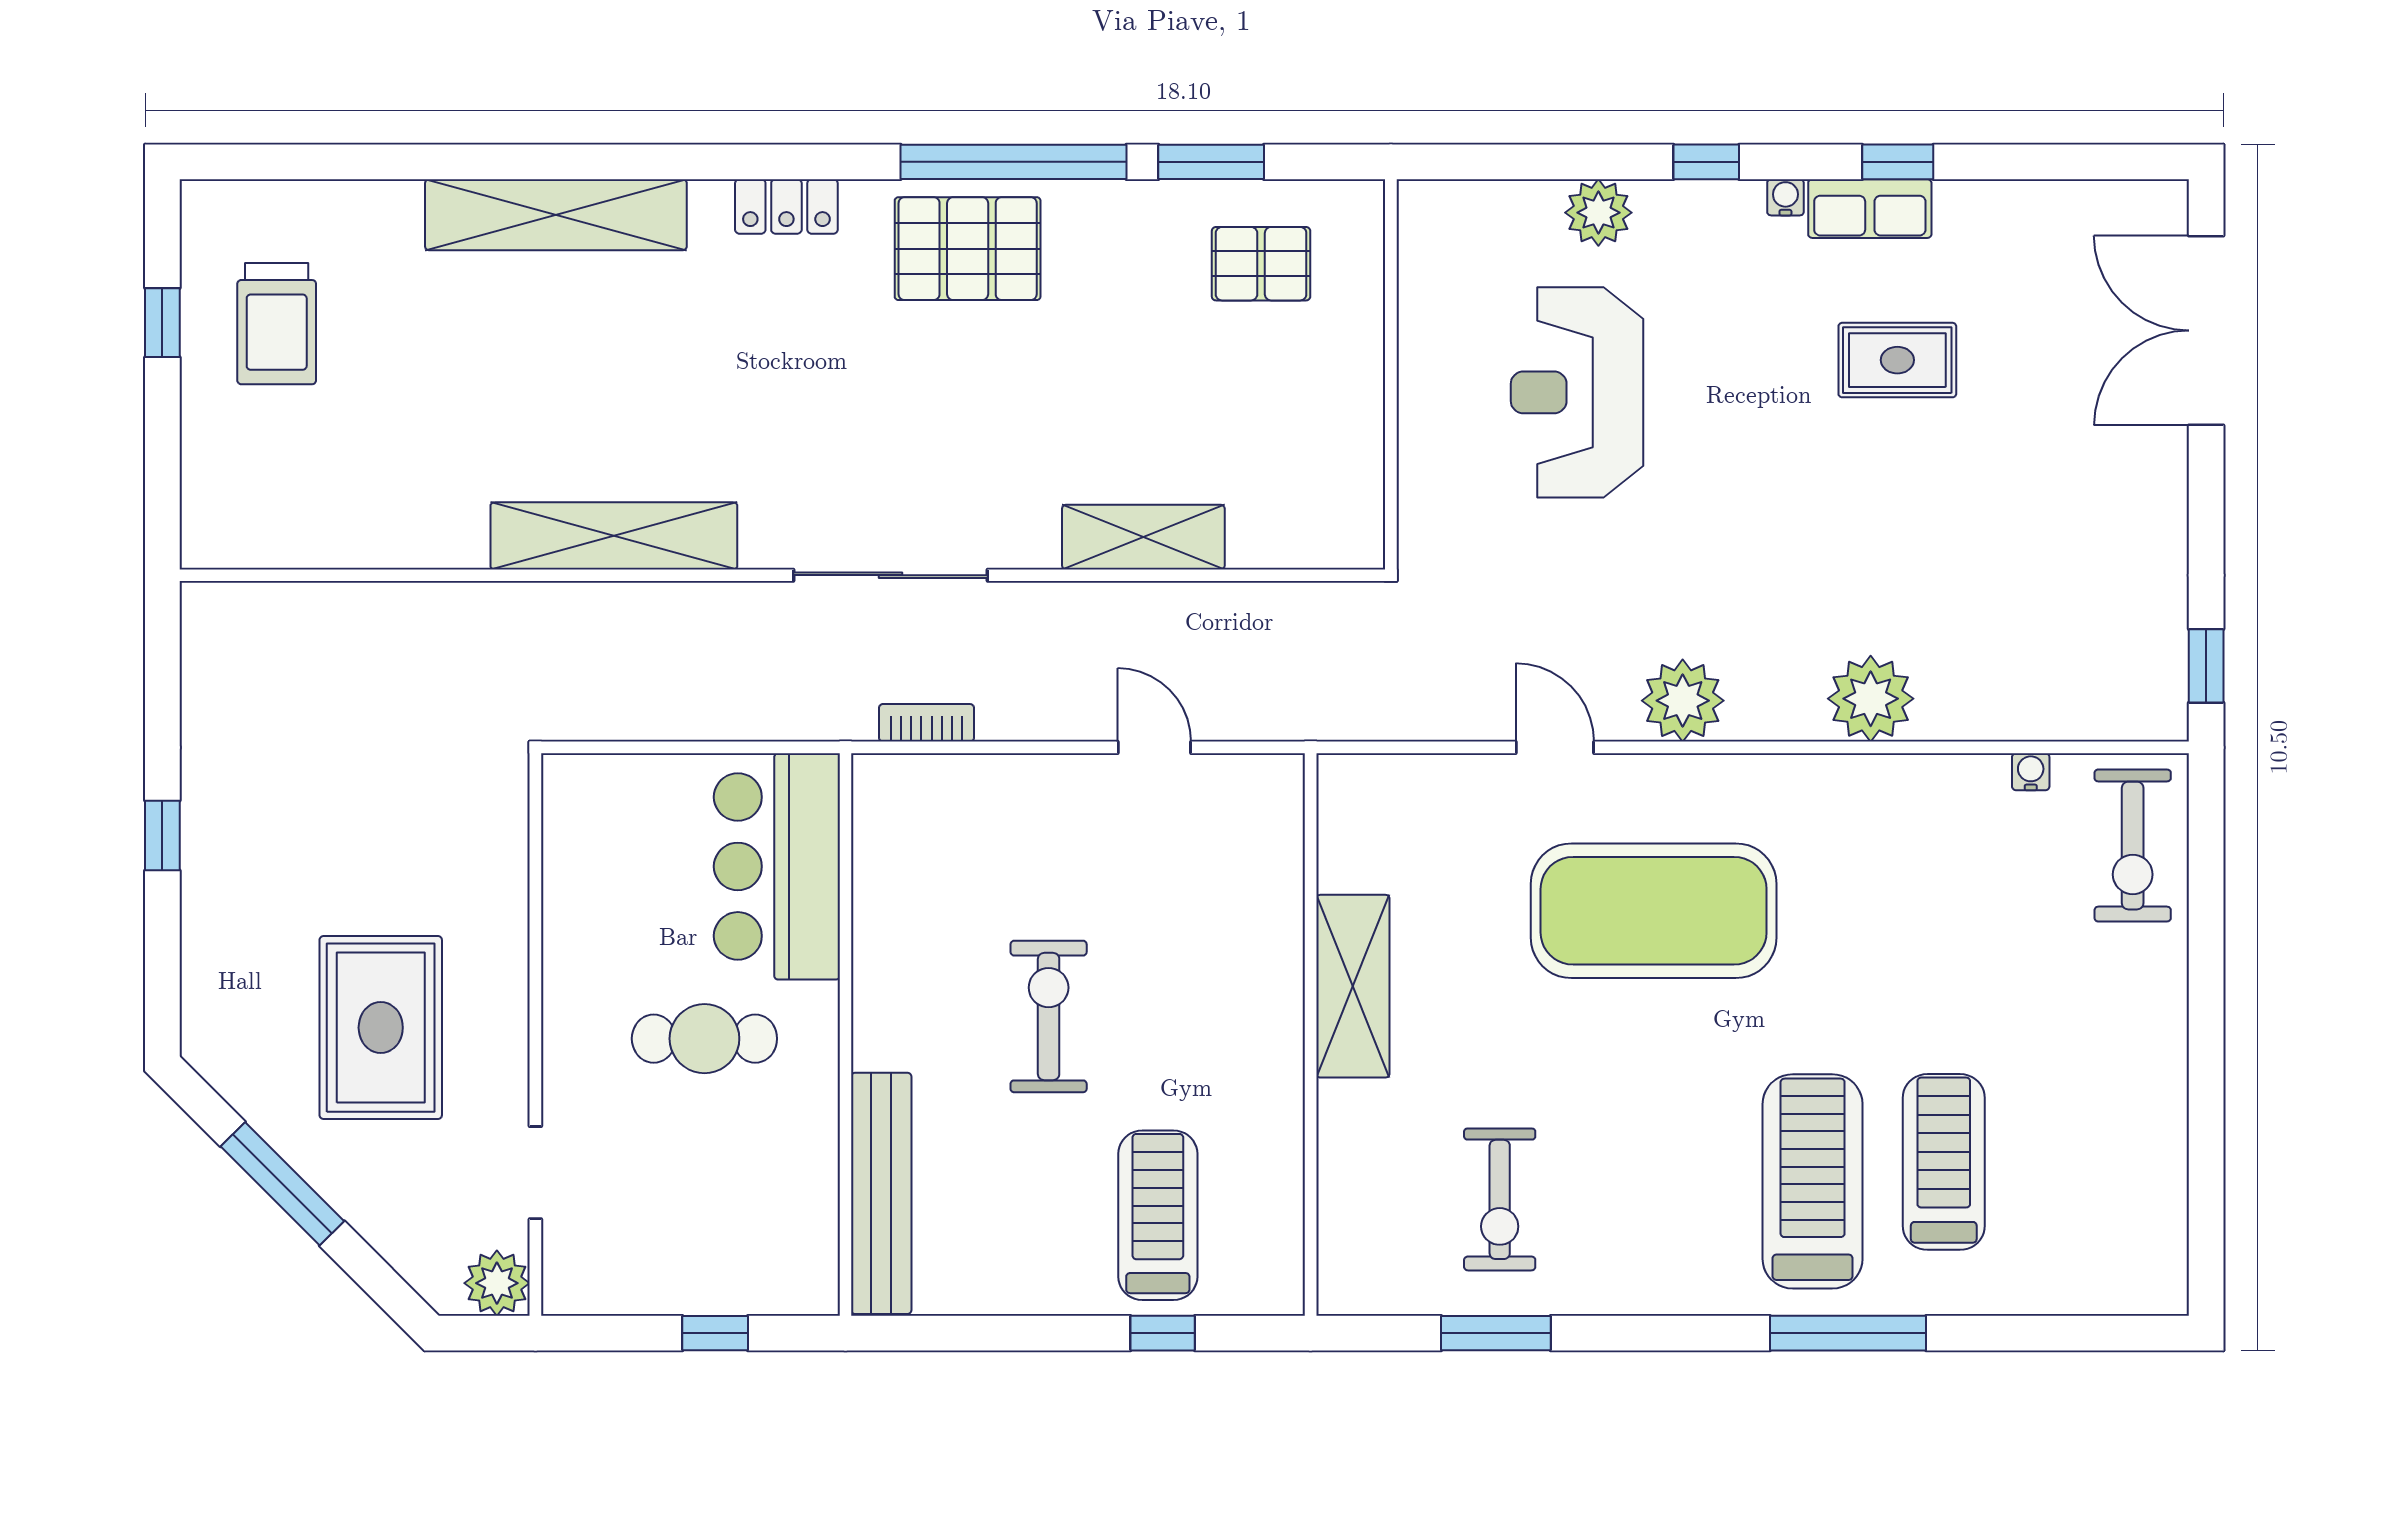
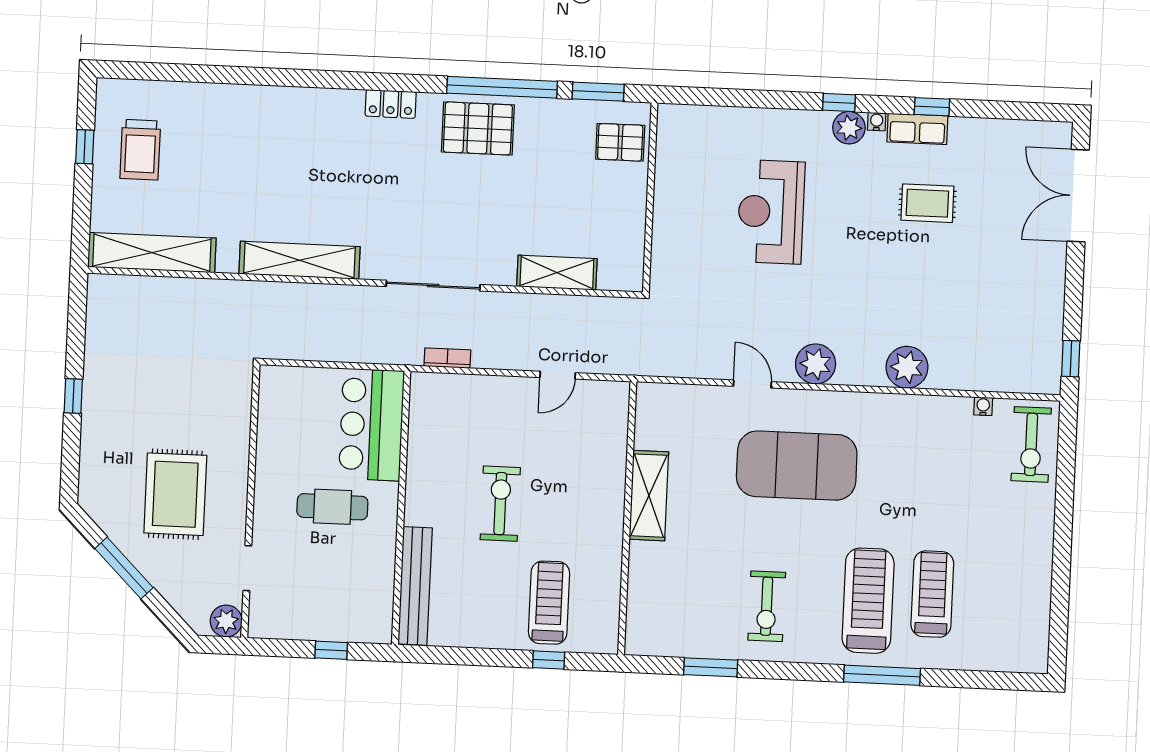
plant: (1598, 213) -> (849, 128), moved
shelving: (556, 215) -> (152, 253), moved
wall: (1391, 374) -> (650, 198), moved
door: (1154, 747) -> (558, 375), swing flipped
exercise bike: (1500, 1199) -> (767, 606), moved

